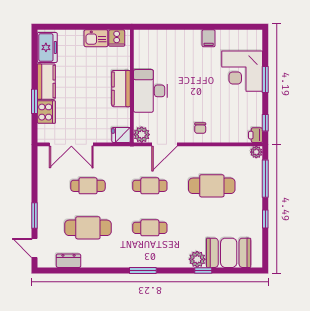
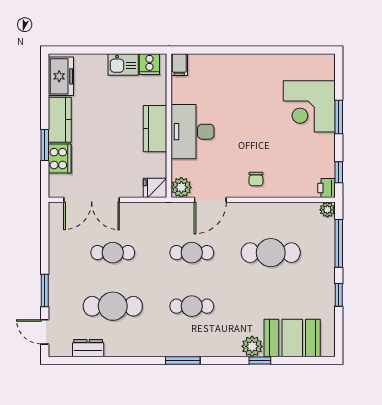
filing cabinet: (209, 38) -> (179, 65), moved

